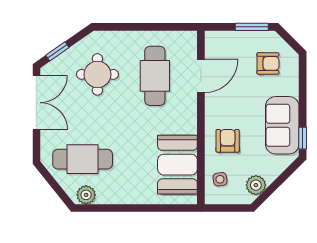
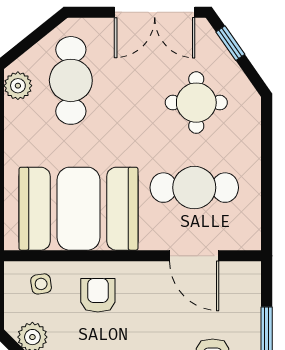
armchair: (228, 141) -> (98, 295), turned -90
booth: (177, 165) -> (79, 209), width x1.36, depth x1.42

